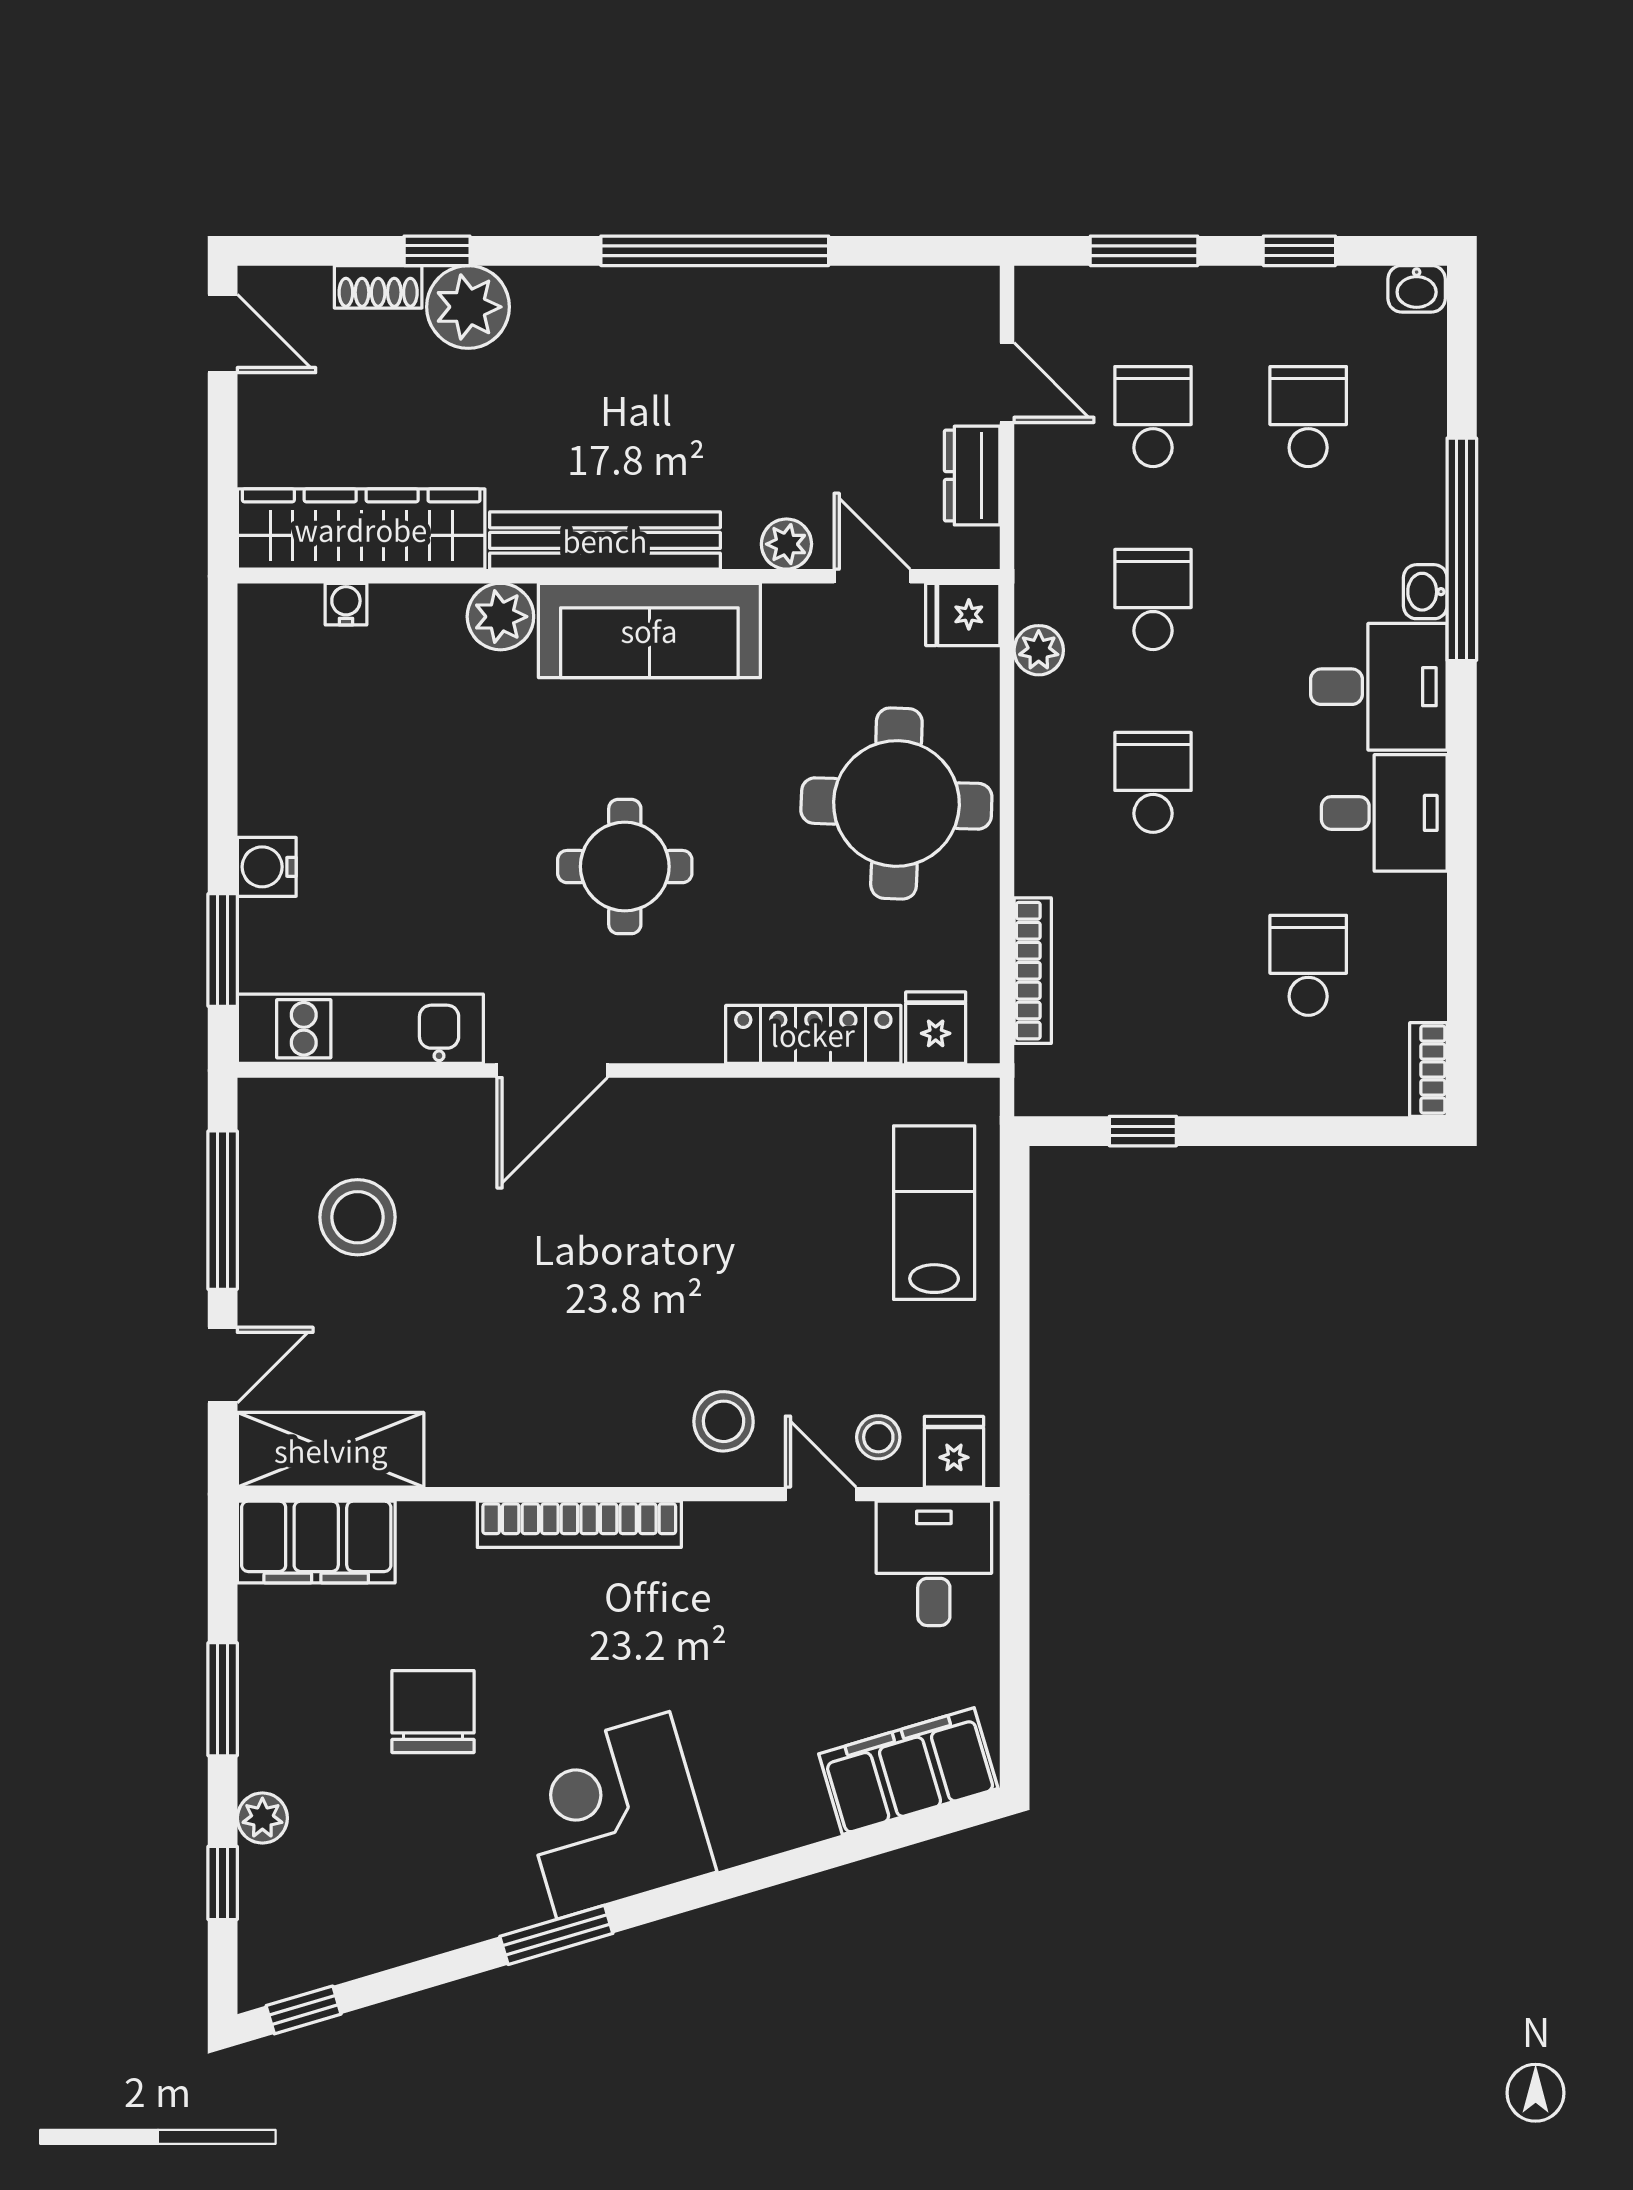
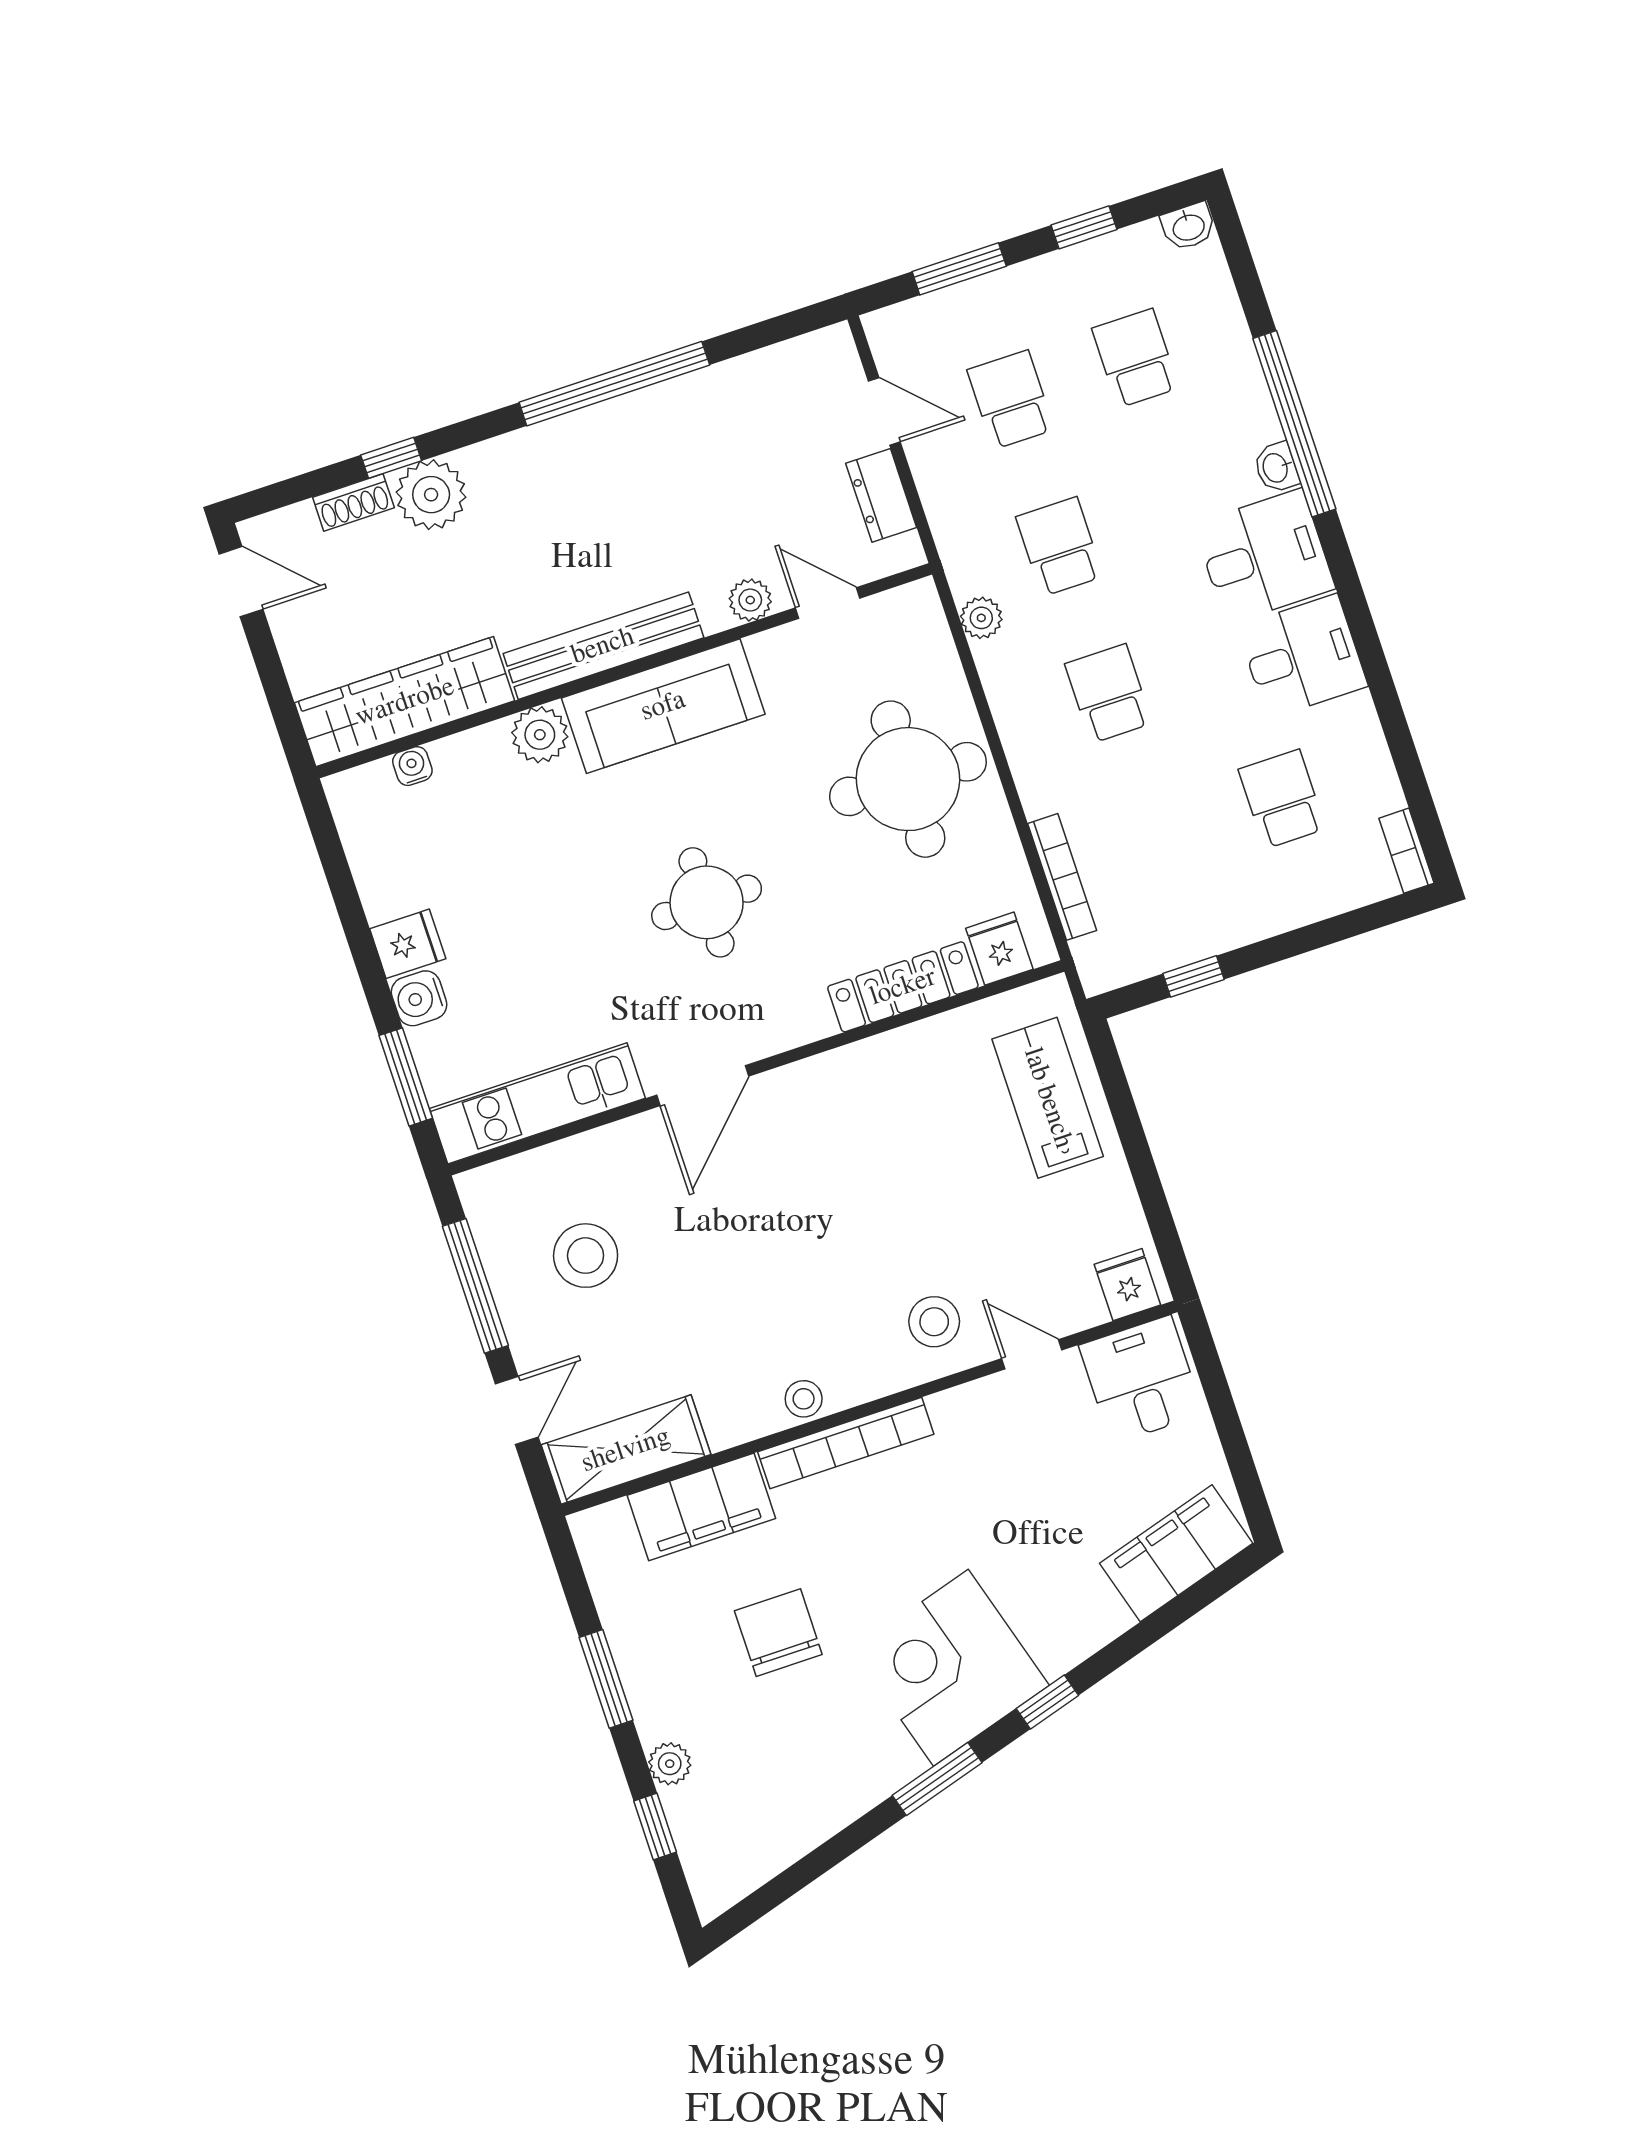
fridge: (963, 614) -> (408, 944), moved, turned 180
stool: (878, 1437) -> (804, 1399), moved
filing cabinet: (316, 1542) -> (701, 1507), moved
window: (304, 2010) -> (1047, 1702), moved

